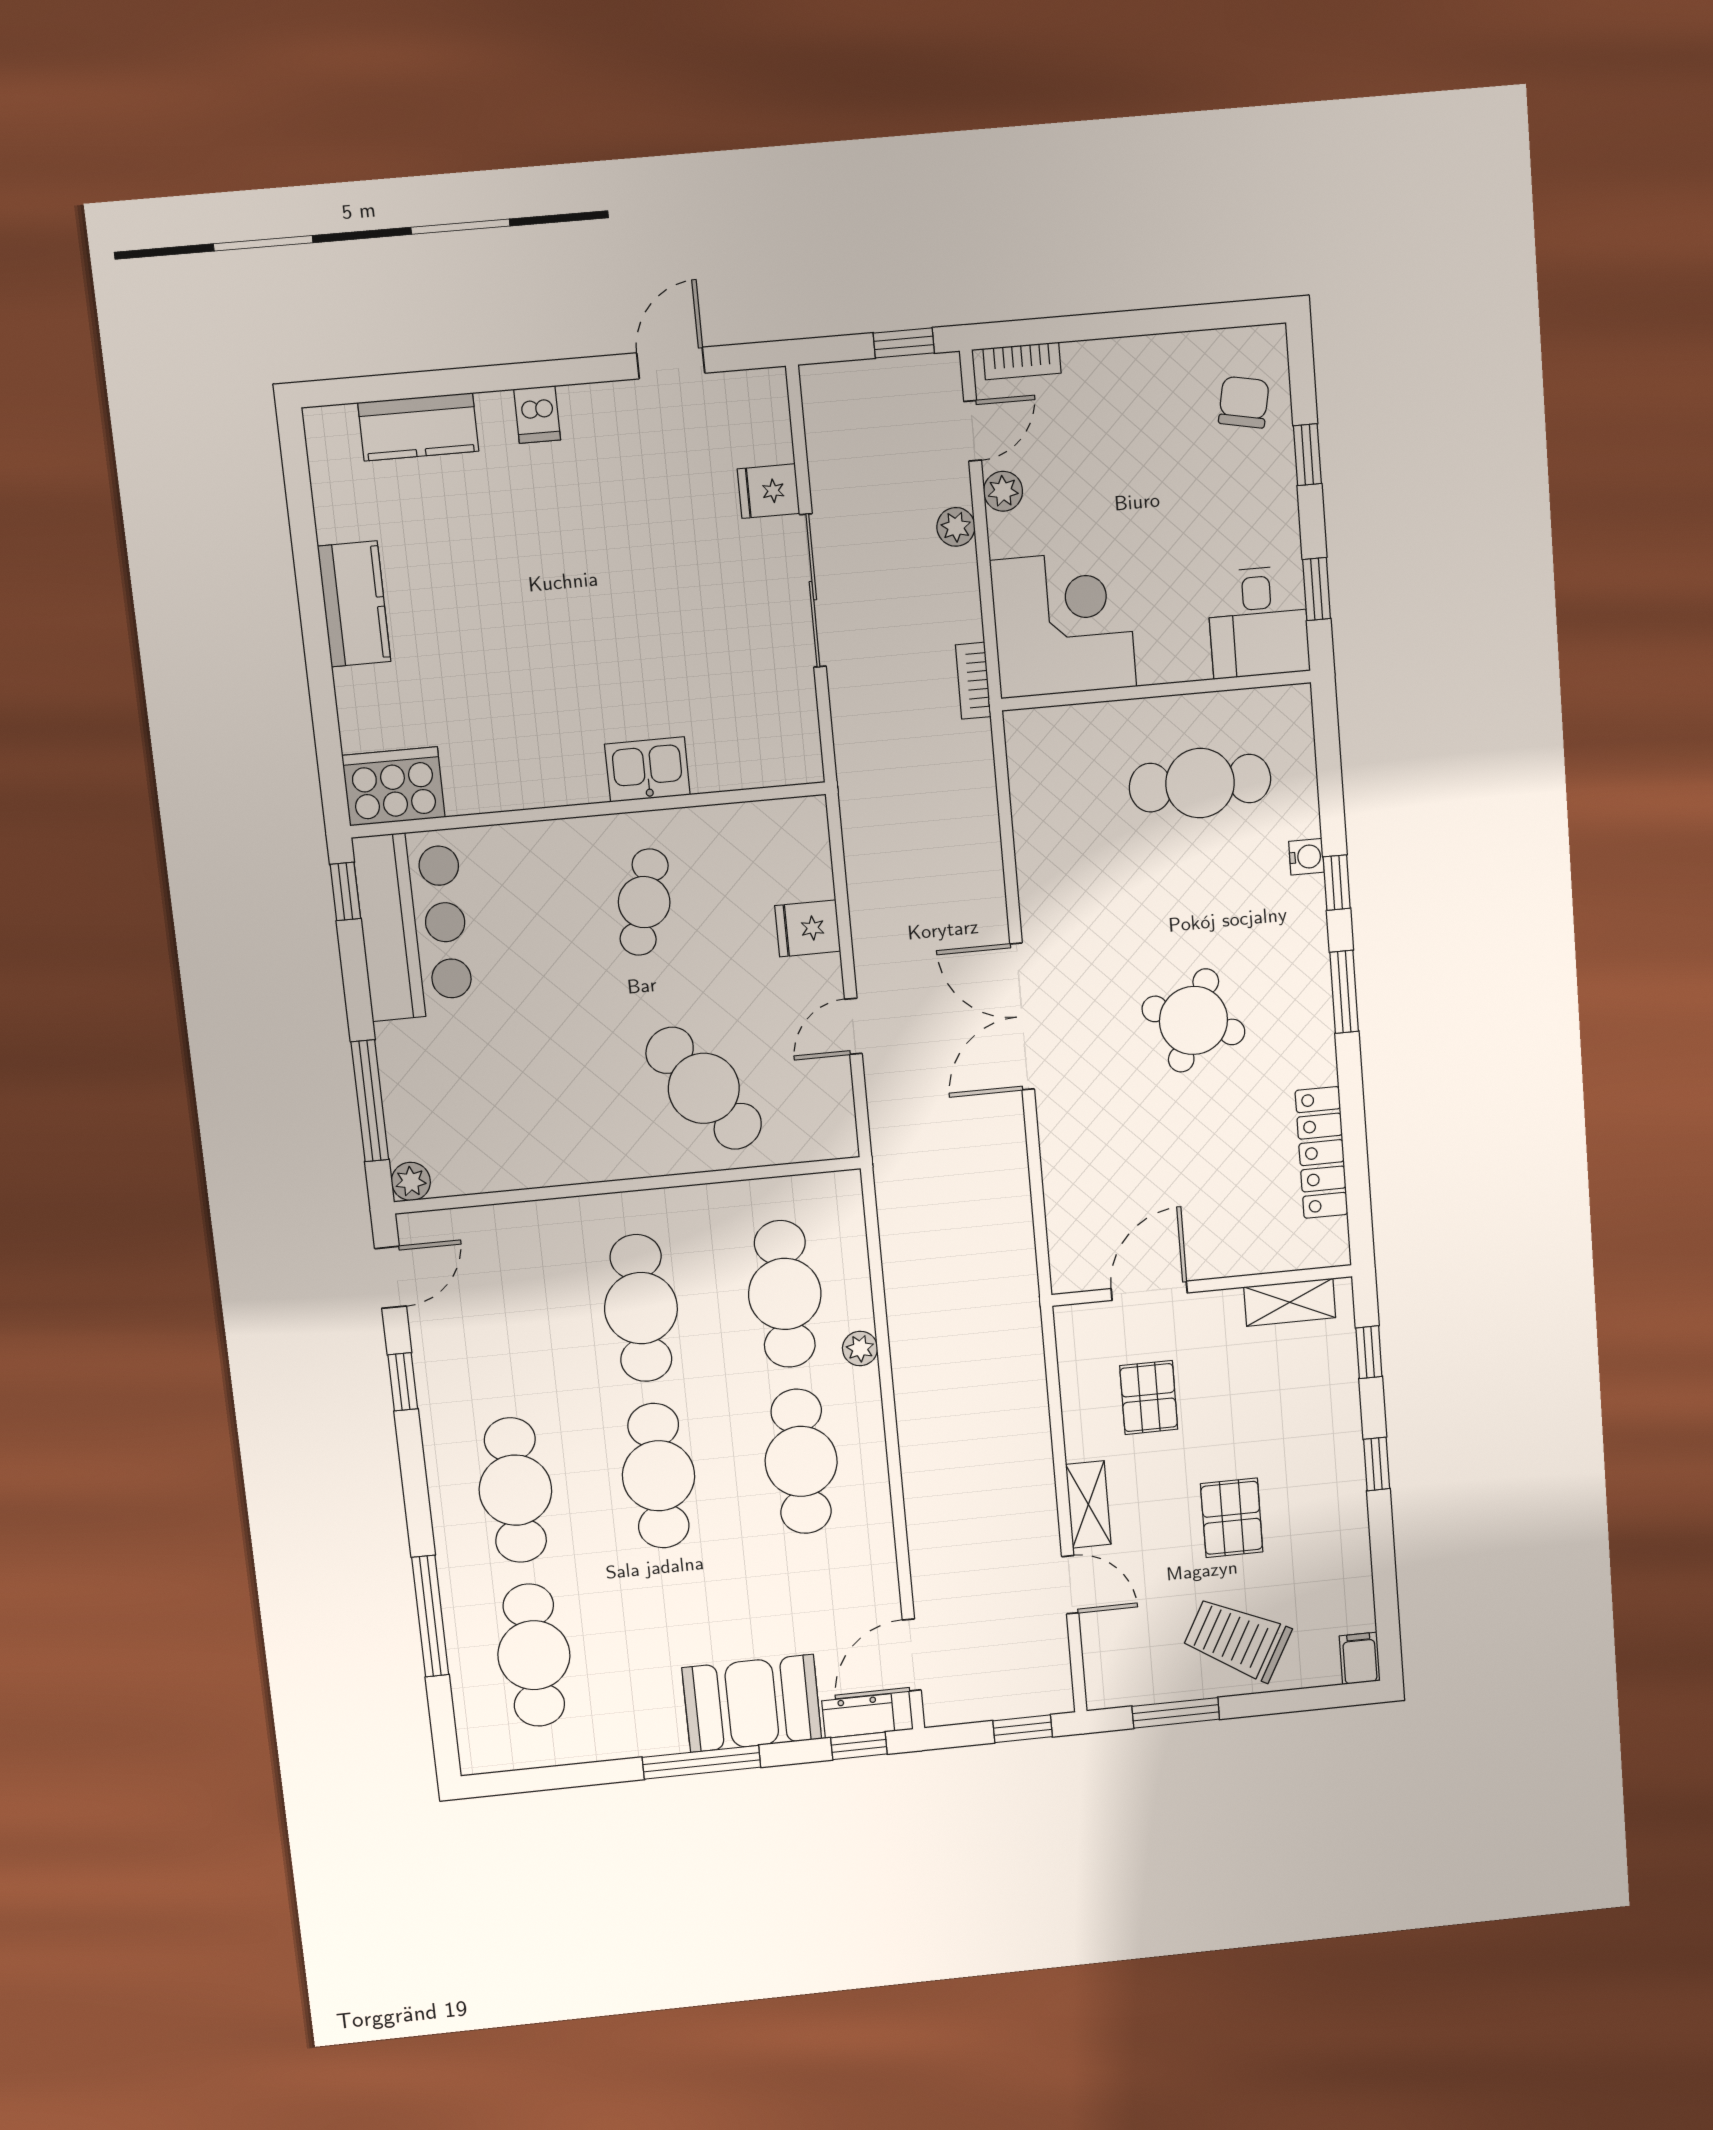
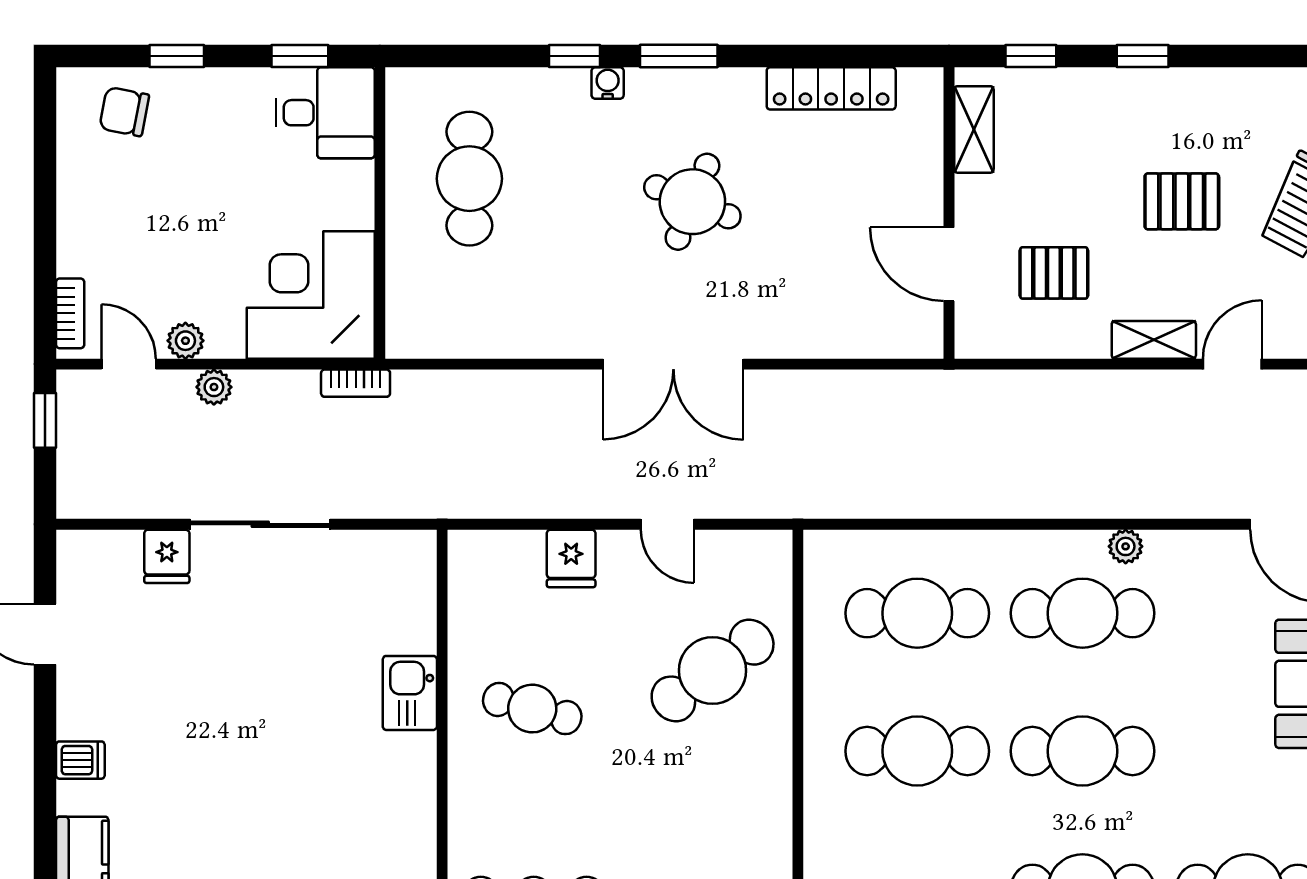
water cooler: (1306, 857) -> (608, 83), moved
plant: (860, 1349) -> (1126, 546), moved

